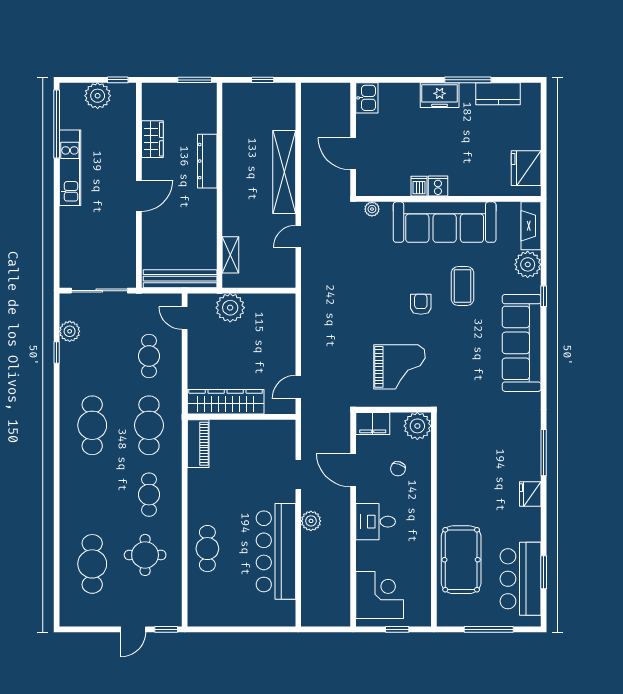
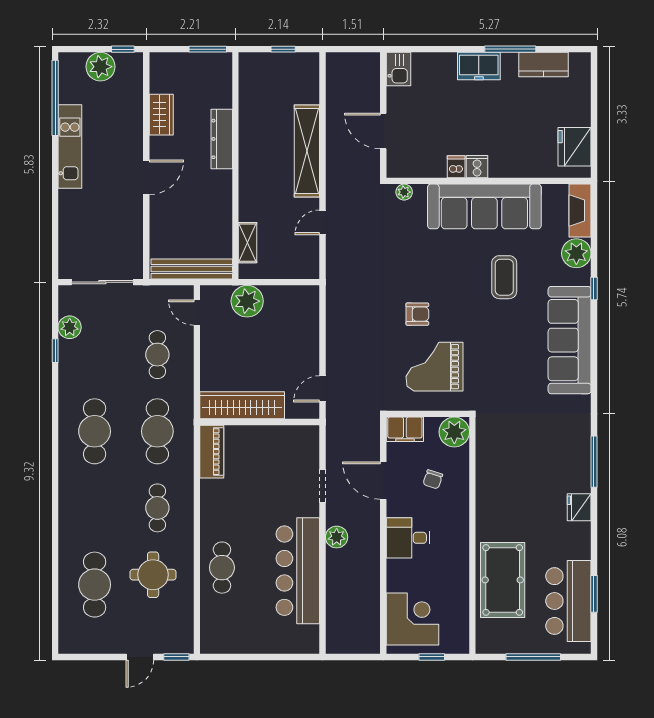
armchair: (421, 304) -> (417, 314), moved, turned 90
grand piano: (399, 367) -> (434, 367), turned 180

